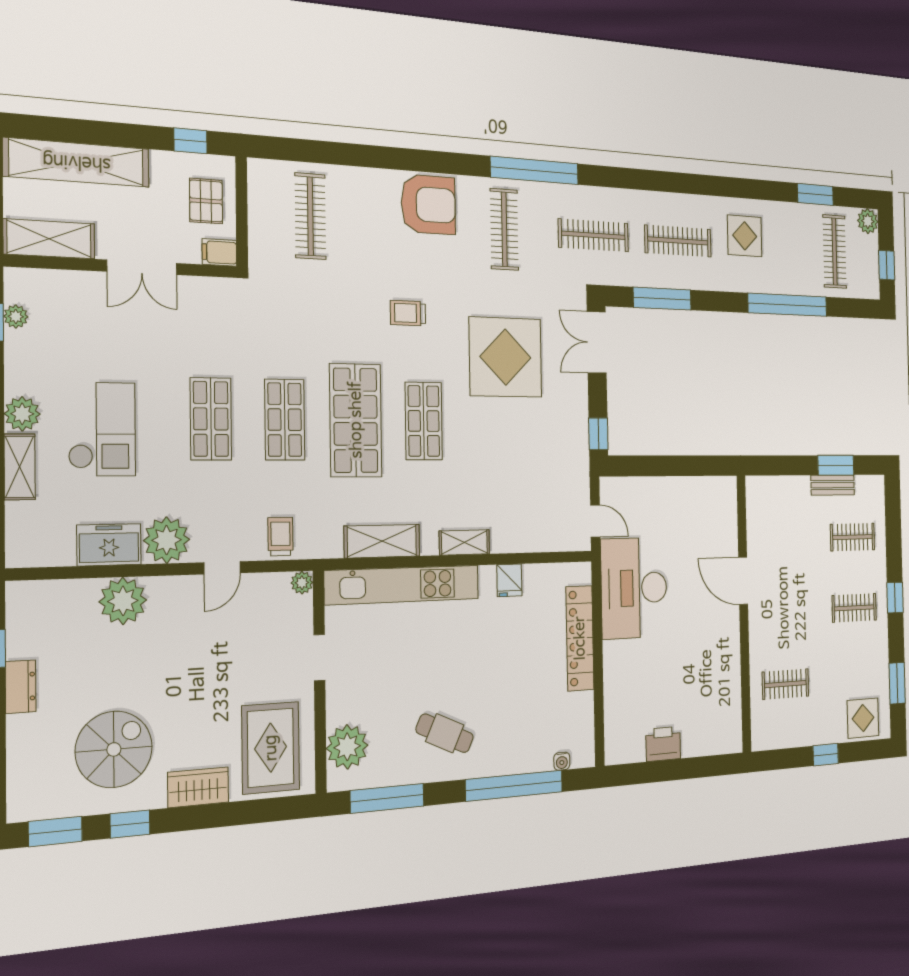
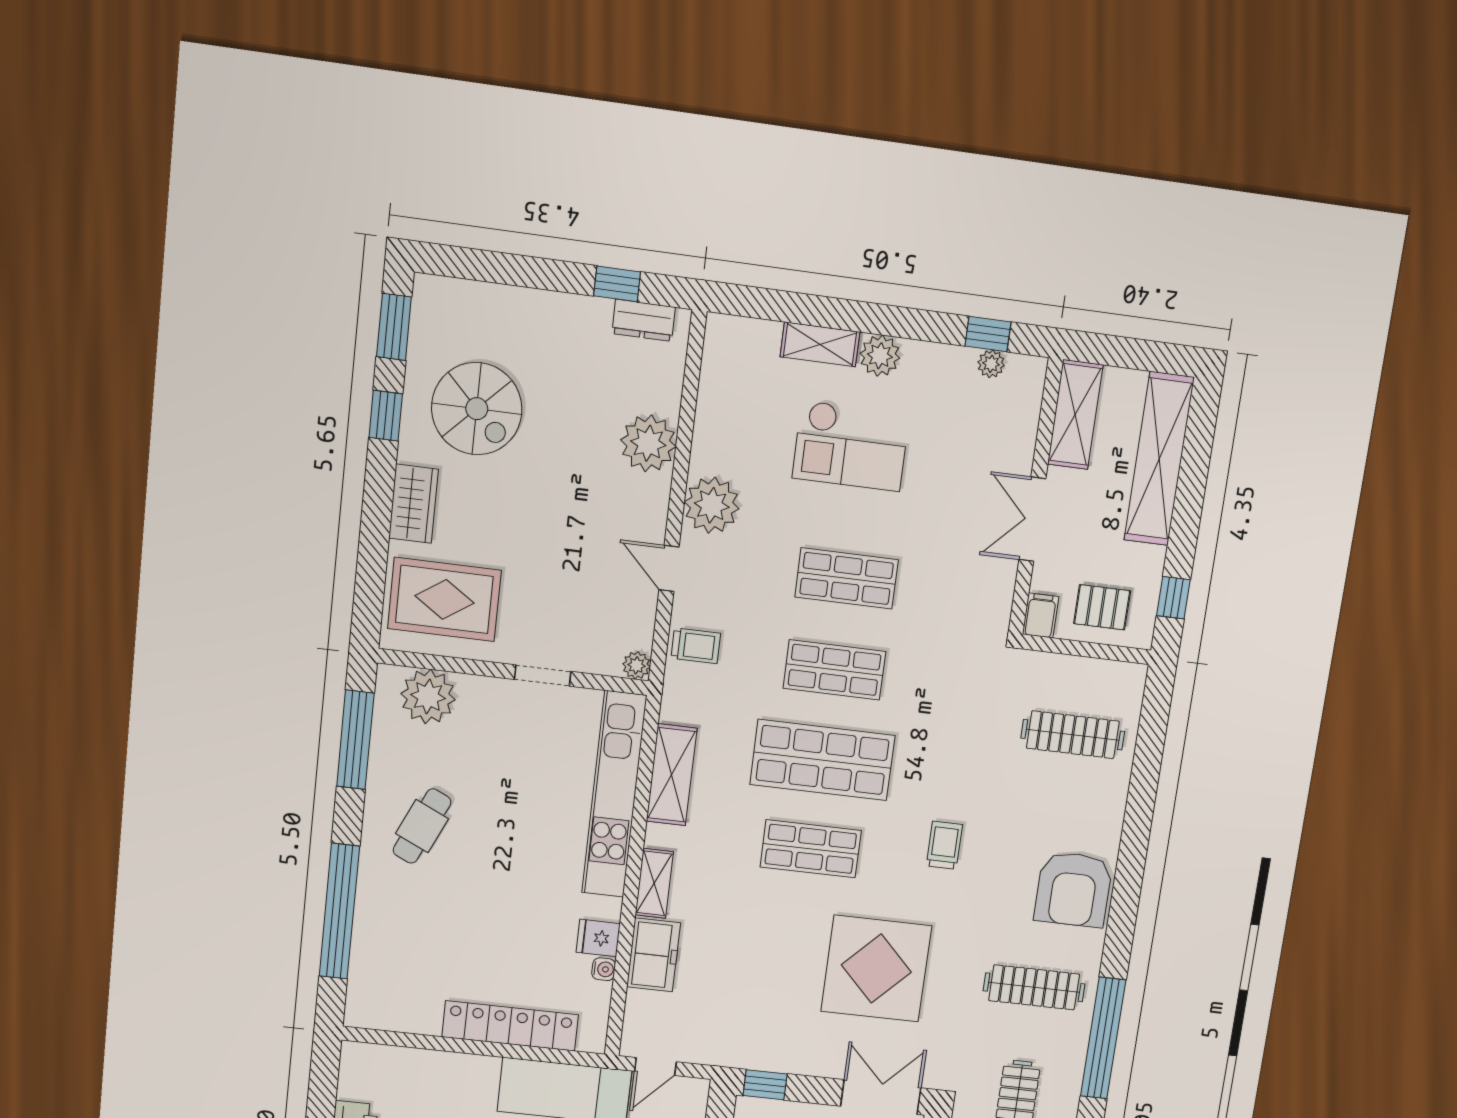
freezer: (109, 545) -> (654, 955), moved
dresser: (21, 687) -> (644, 320), moved
water cooler: (562, 761) -> (604, 969), moved, turned 180

